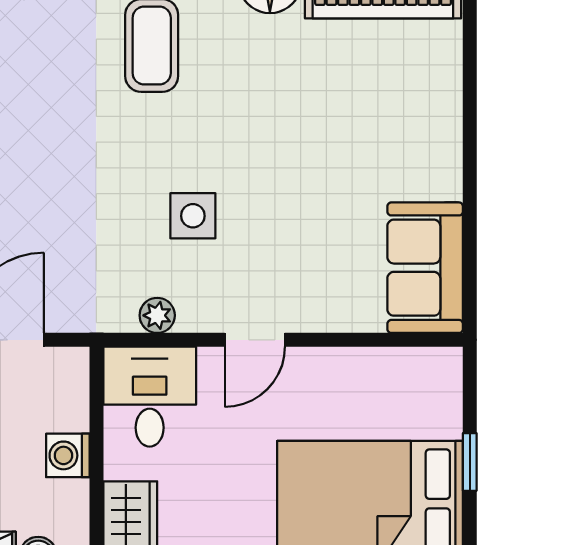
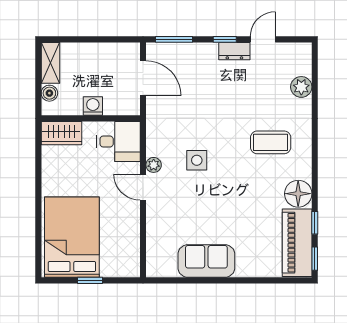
sofa: (425, 268) -> (206, 261), moved
plant: (157, 315) -> (154, 165), moved

